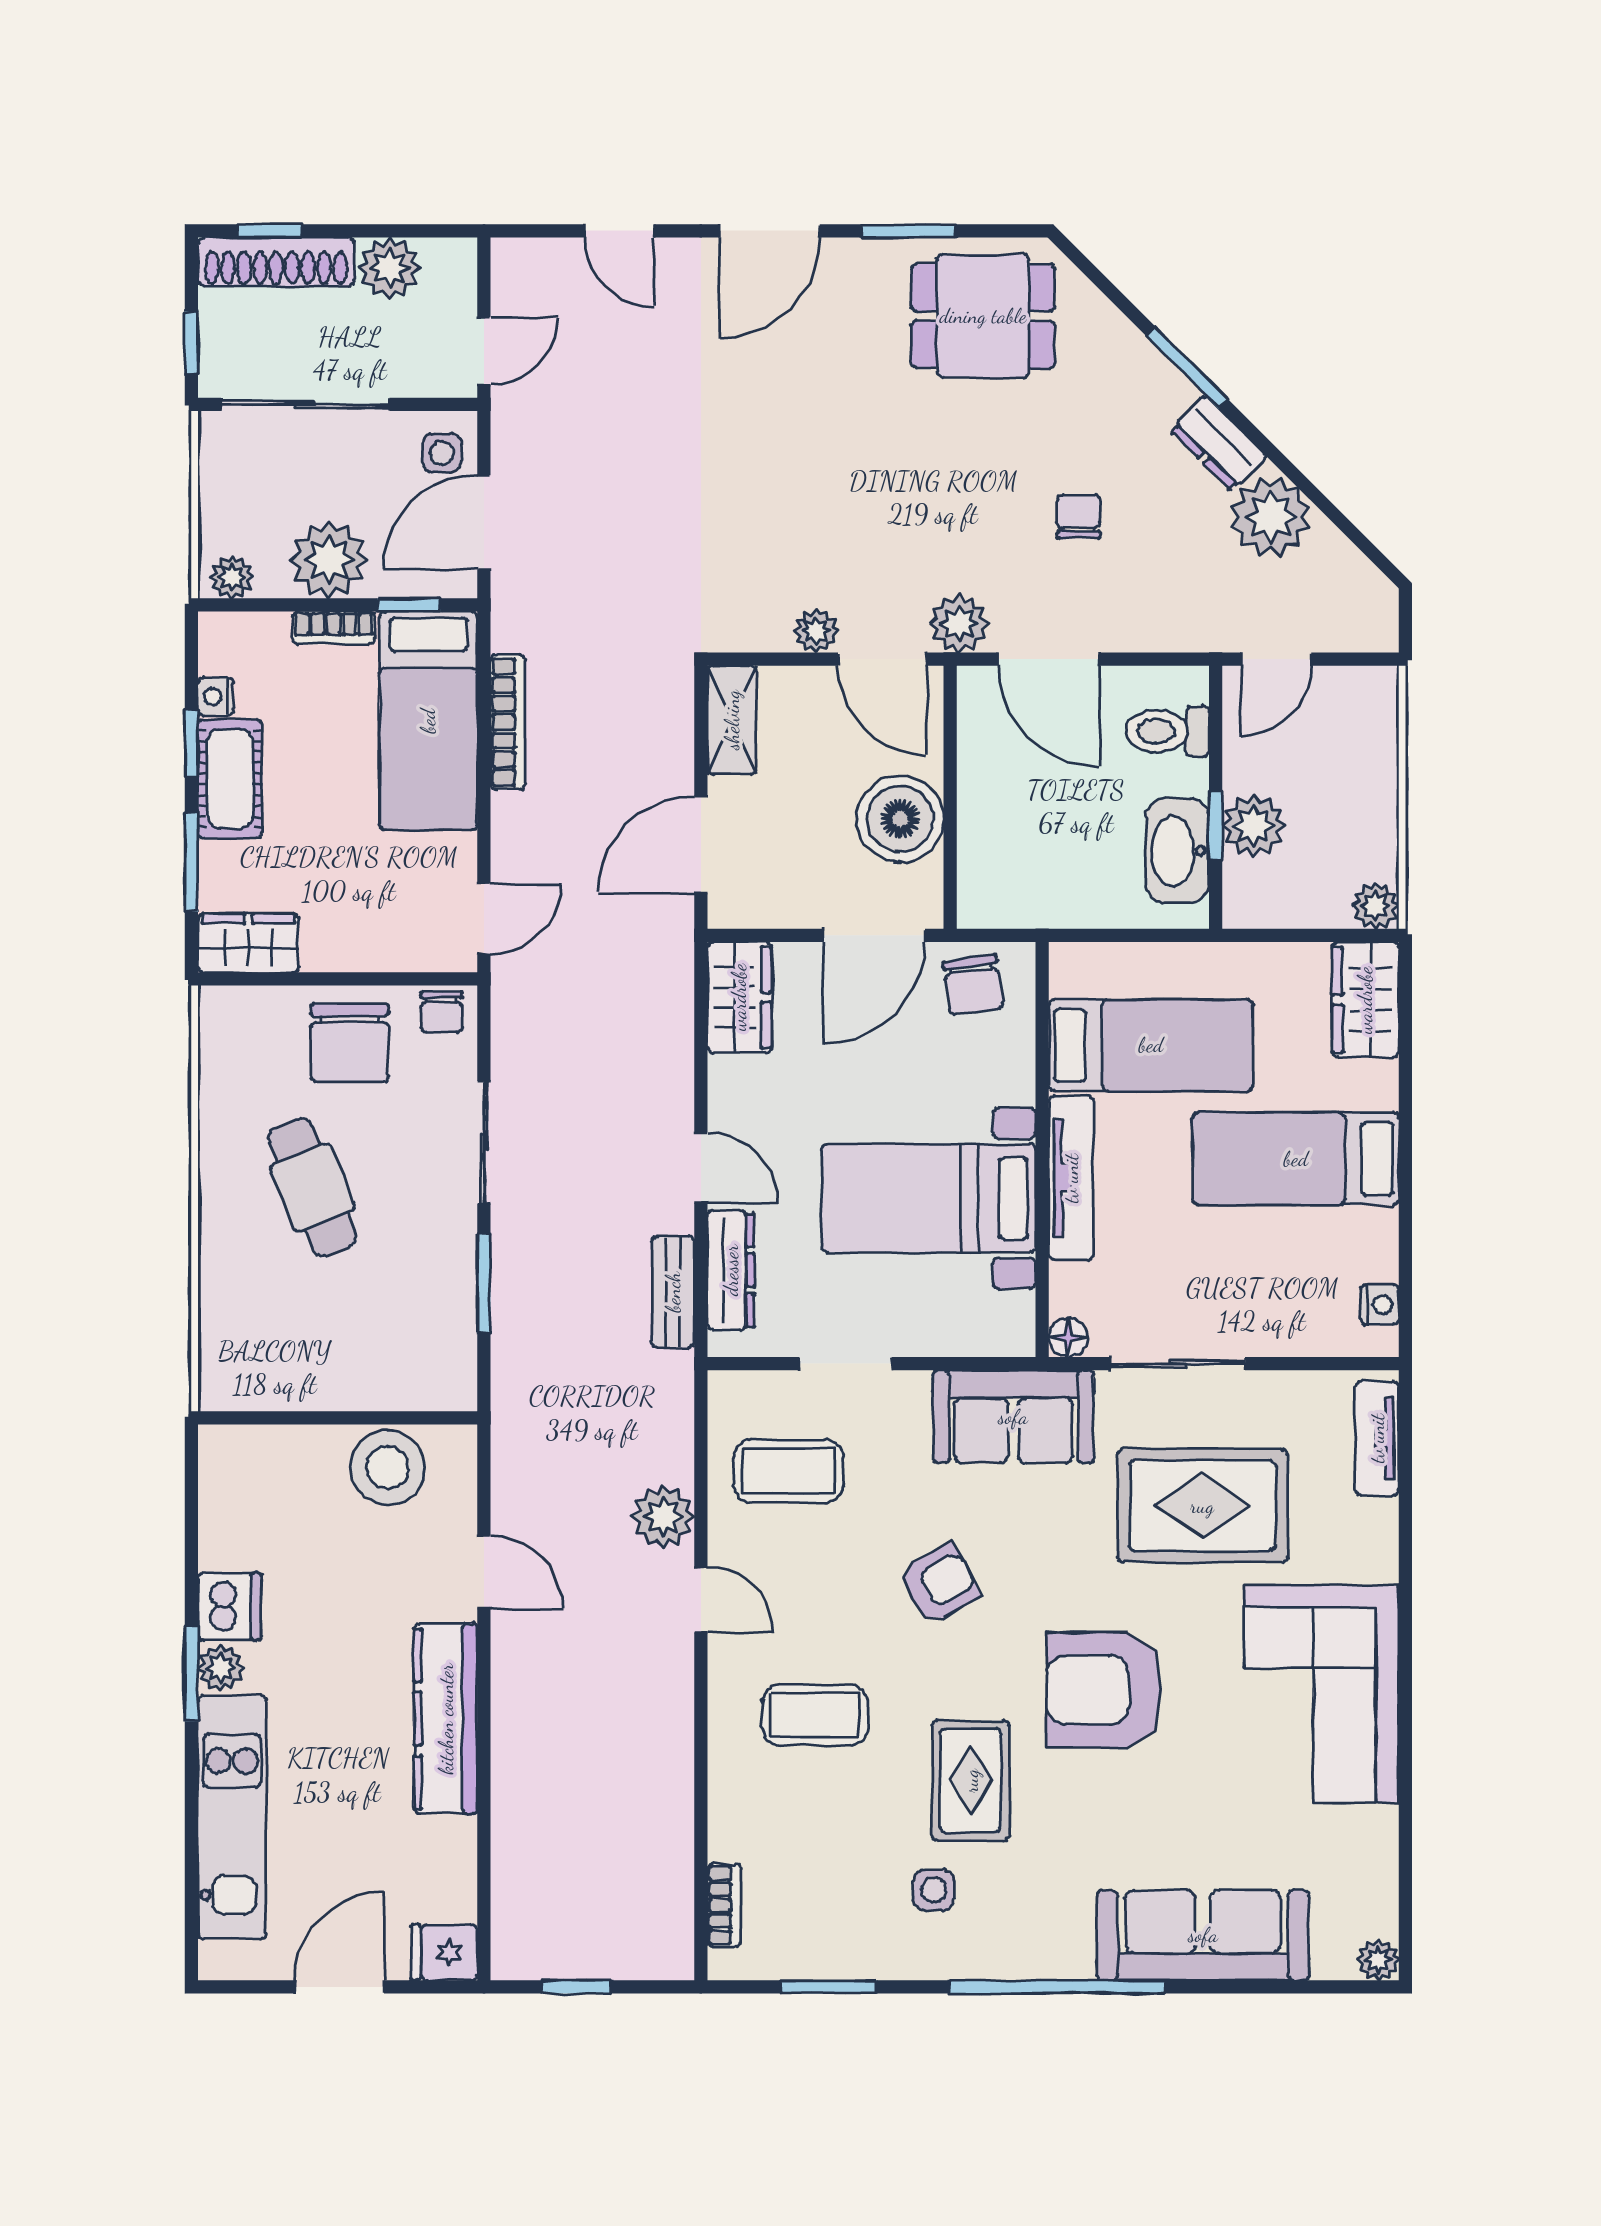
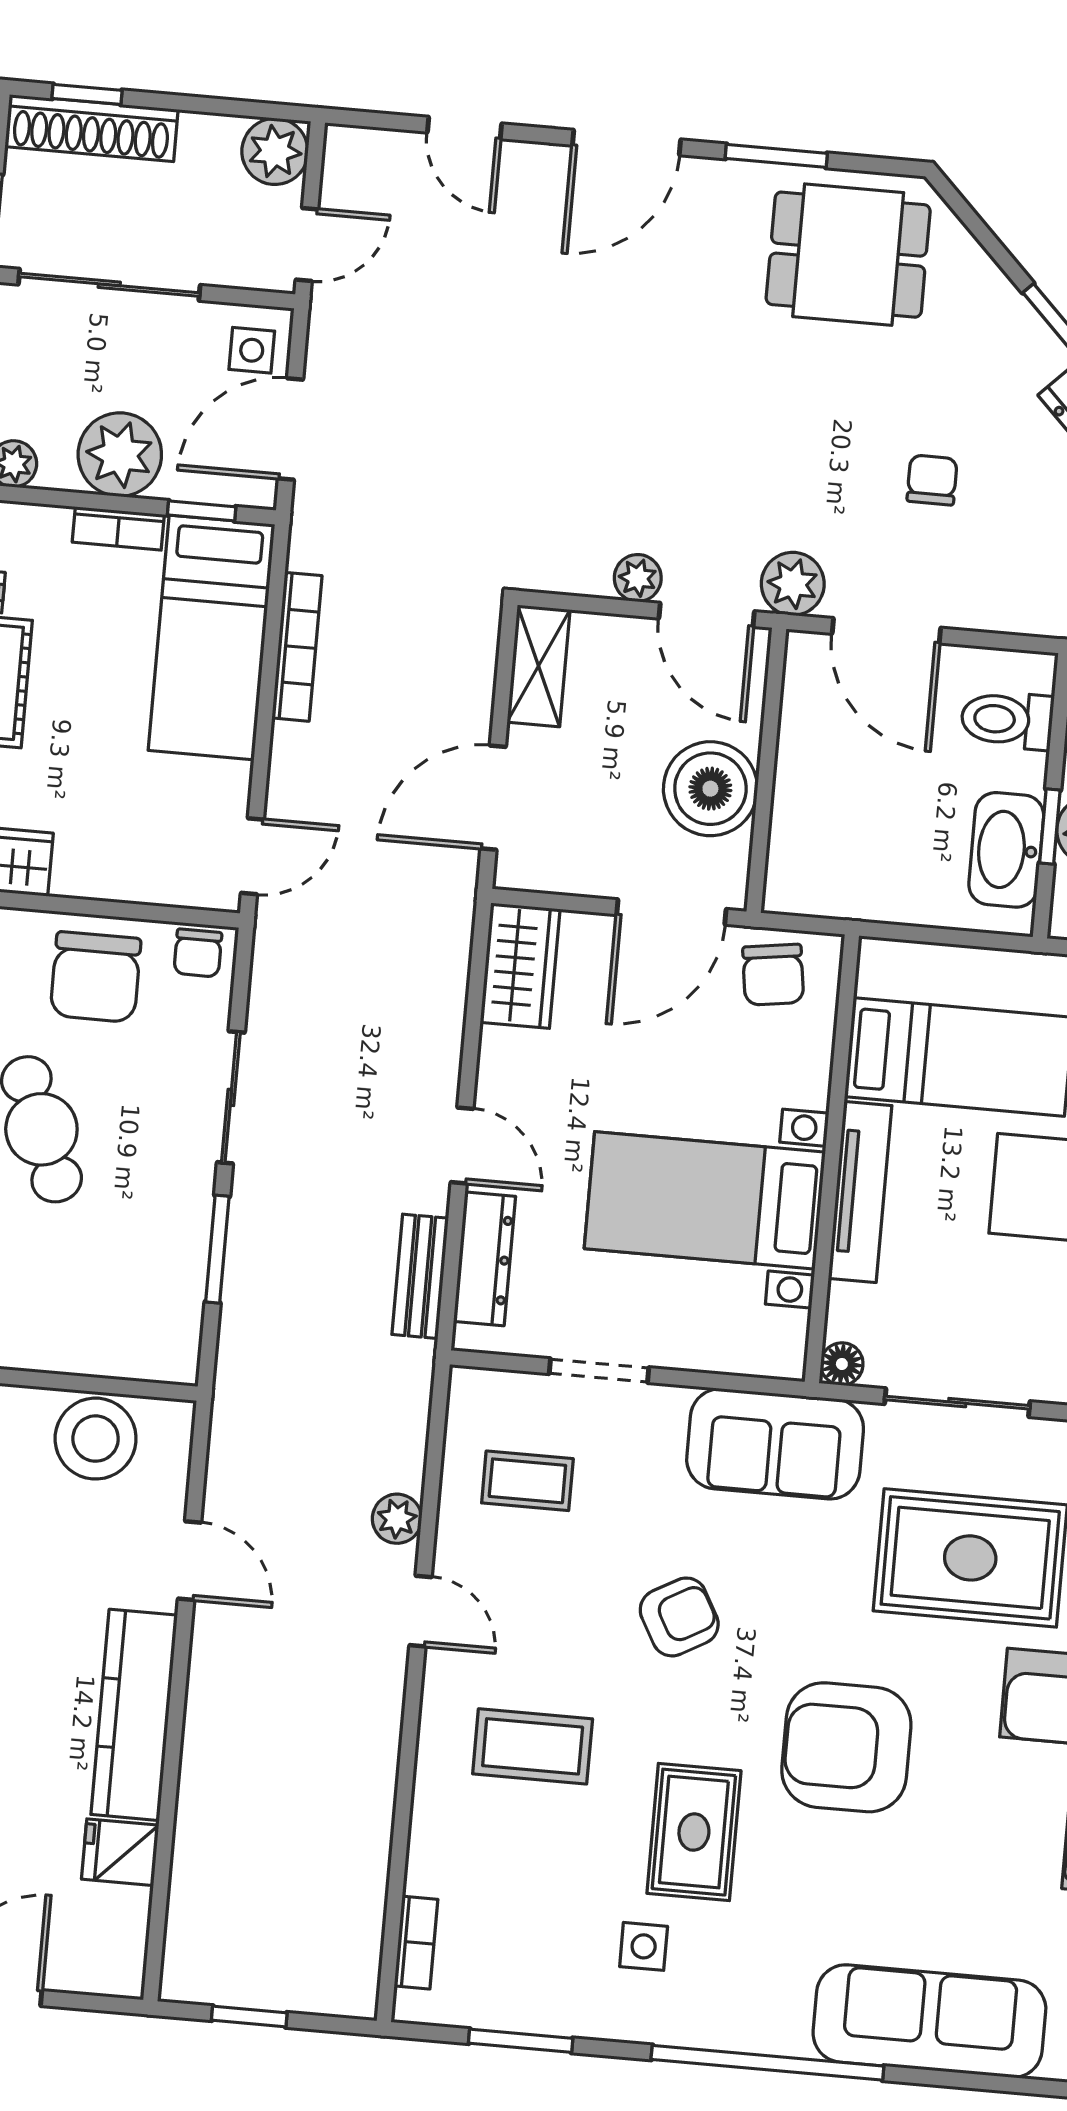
plant: (389, 268) -> (275, 151), moved
coffee table: (788, 1471) -> (527, 1481), width x0.73, depth x0.77
plant: (663, 1517) -> (397, 1519), width x0.73, depth x0.73
fridge: (444, 1952) -> (120, 1852), moved

